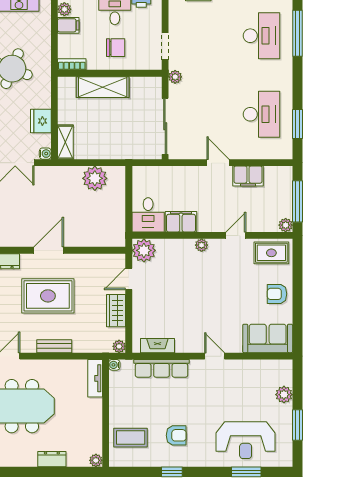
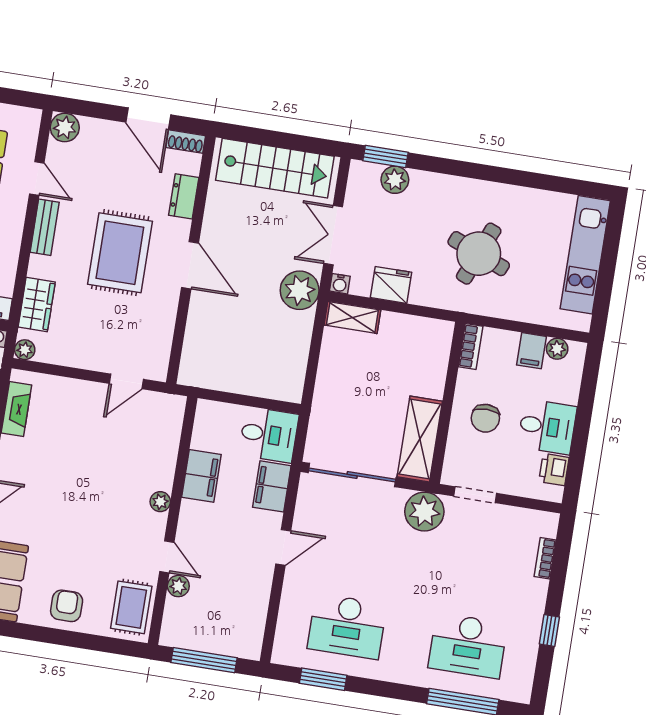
plant: (175, 77) -> (424, 512), width x1.88, depth x1.88
shelving: (103, 87) -> (420, 439), moved
filing cabinet: (248, 176) -> (272, 486), moved
plant: (95, 178) -> (300, 290), moved
desk: (148, 215) -> (269, 435), moved, turned 180
plant: (286, 225) -> (178, 586), moved
plant: (144, 250) -> (166, 412), removed
door: (129, 279) -> (126, 381), swing flipped
wardrobe: (116, 311) -> (37, 305), moved, turned 90
bench: (54, 346) -> (45, 227), moved

